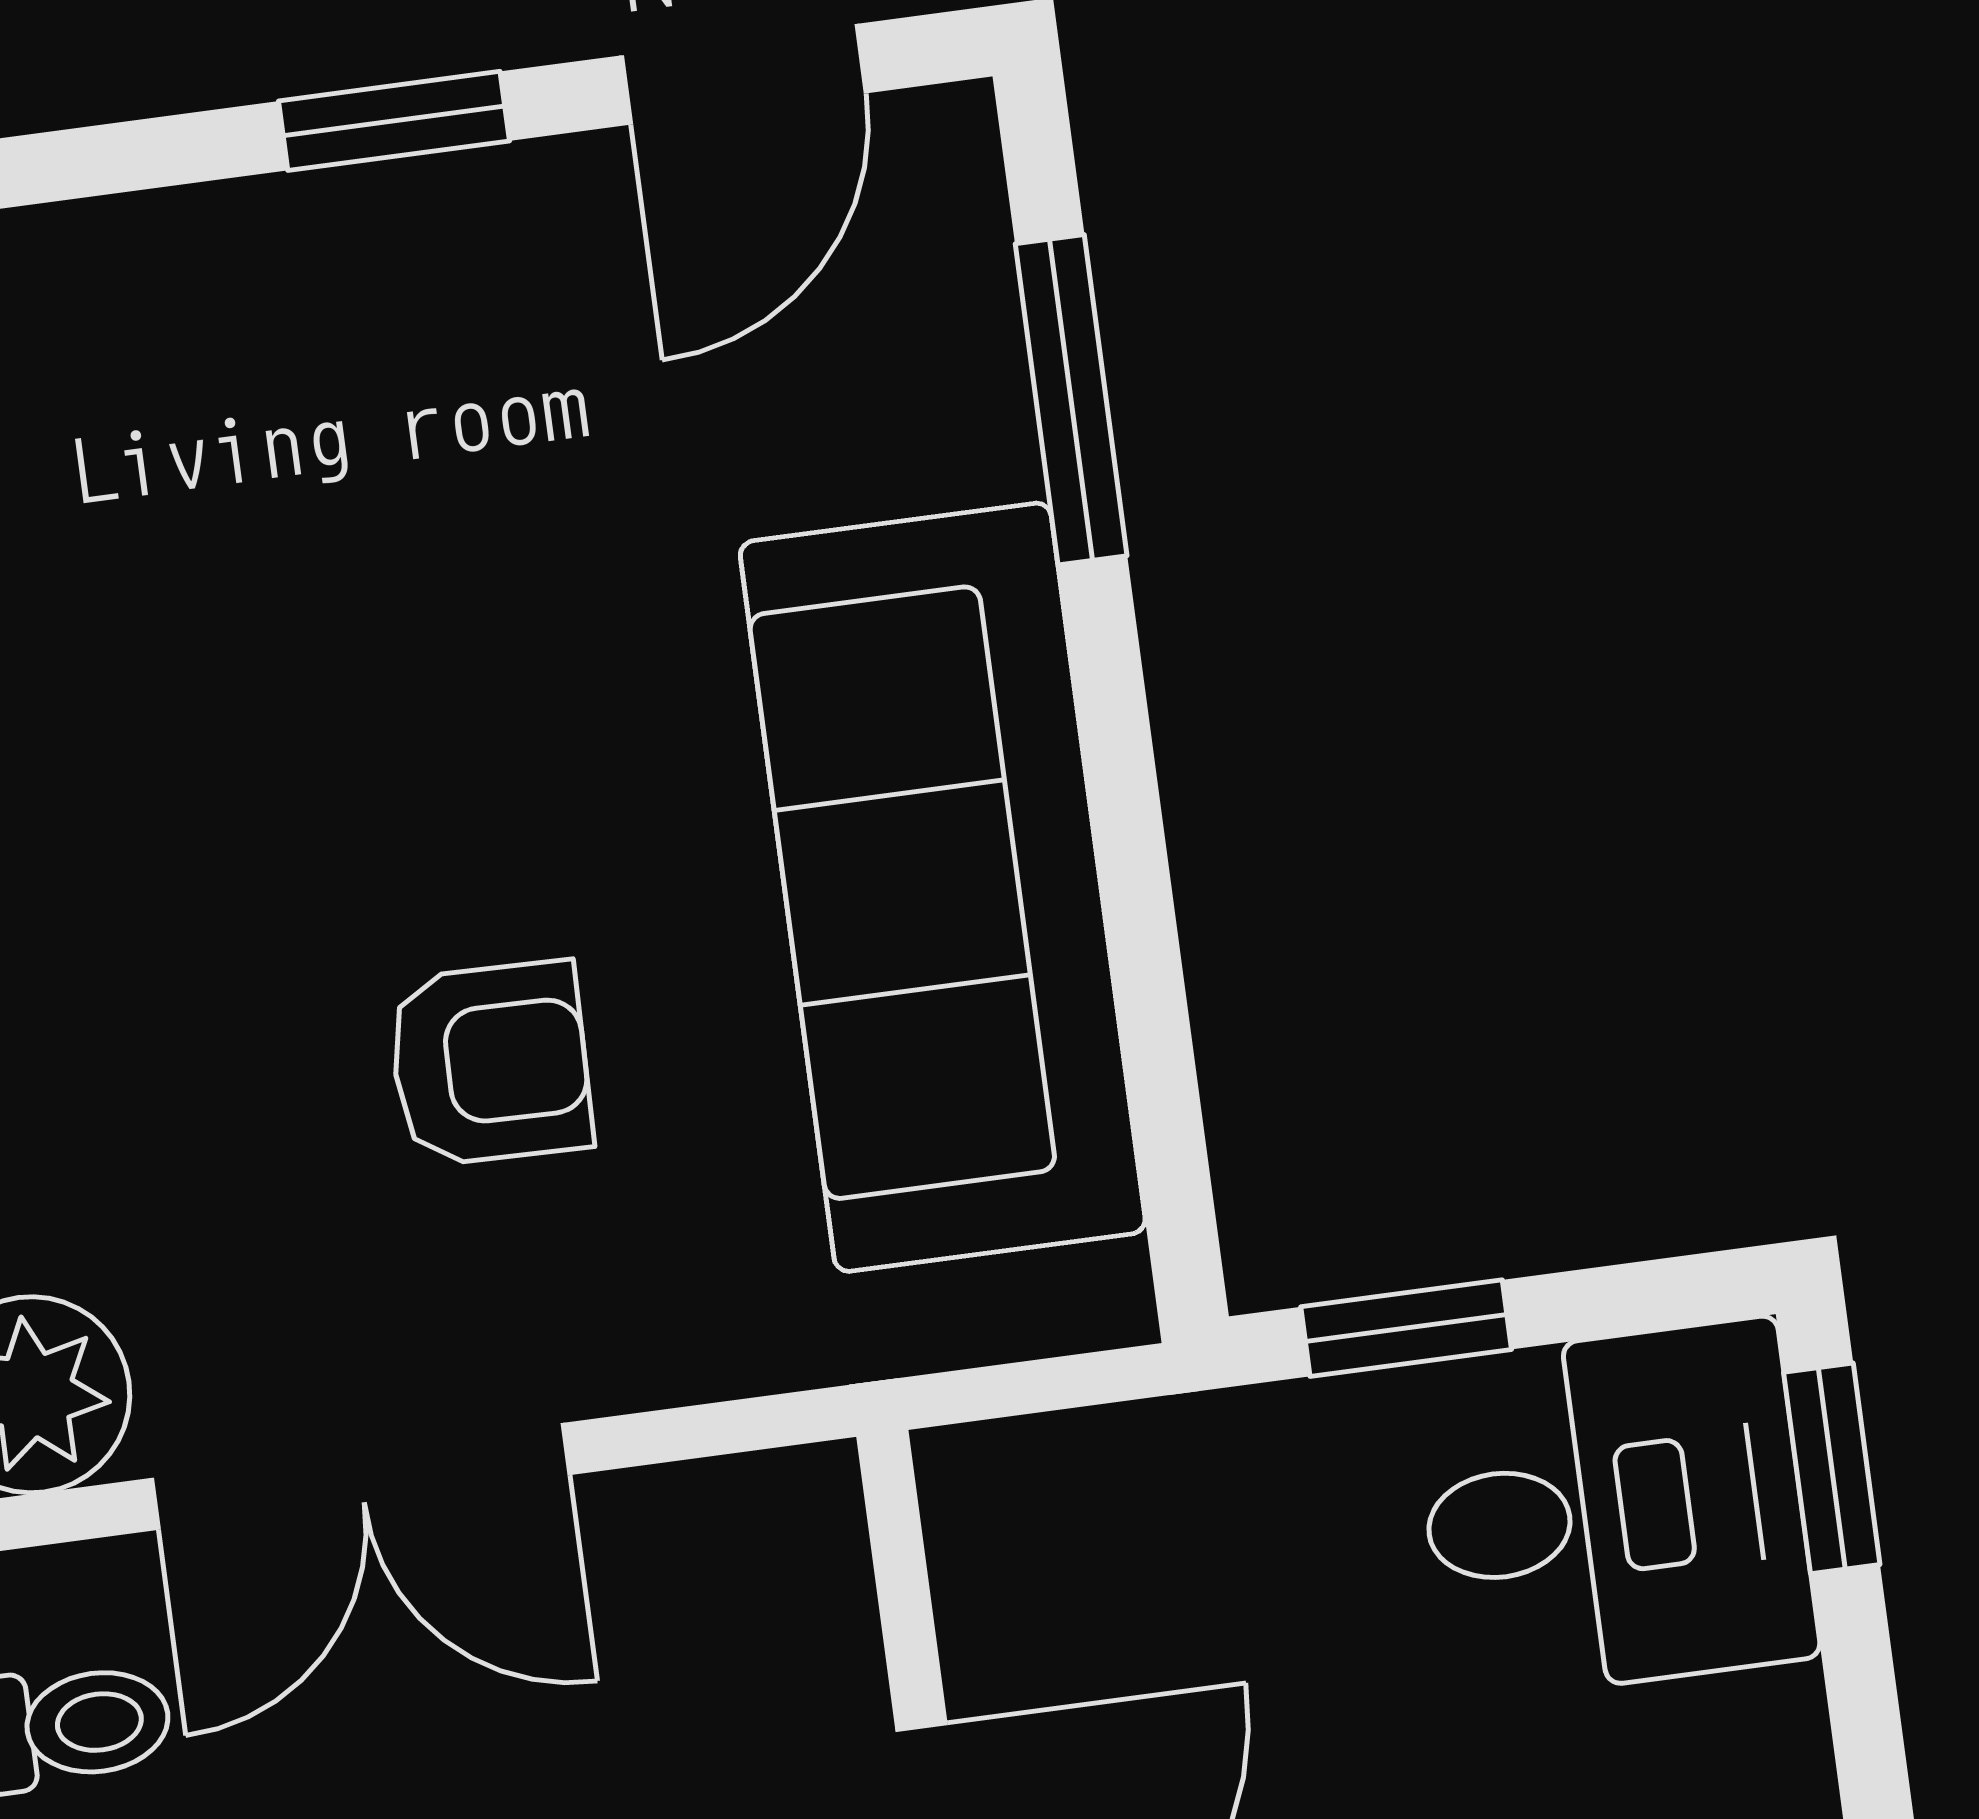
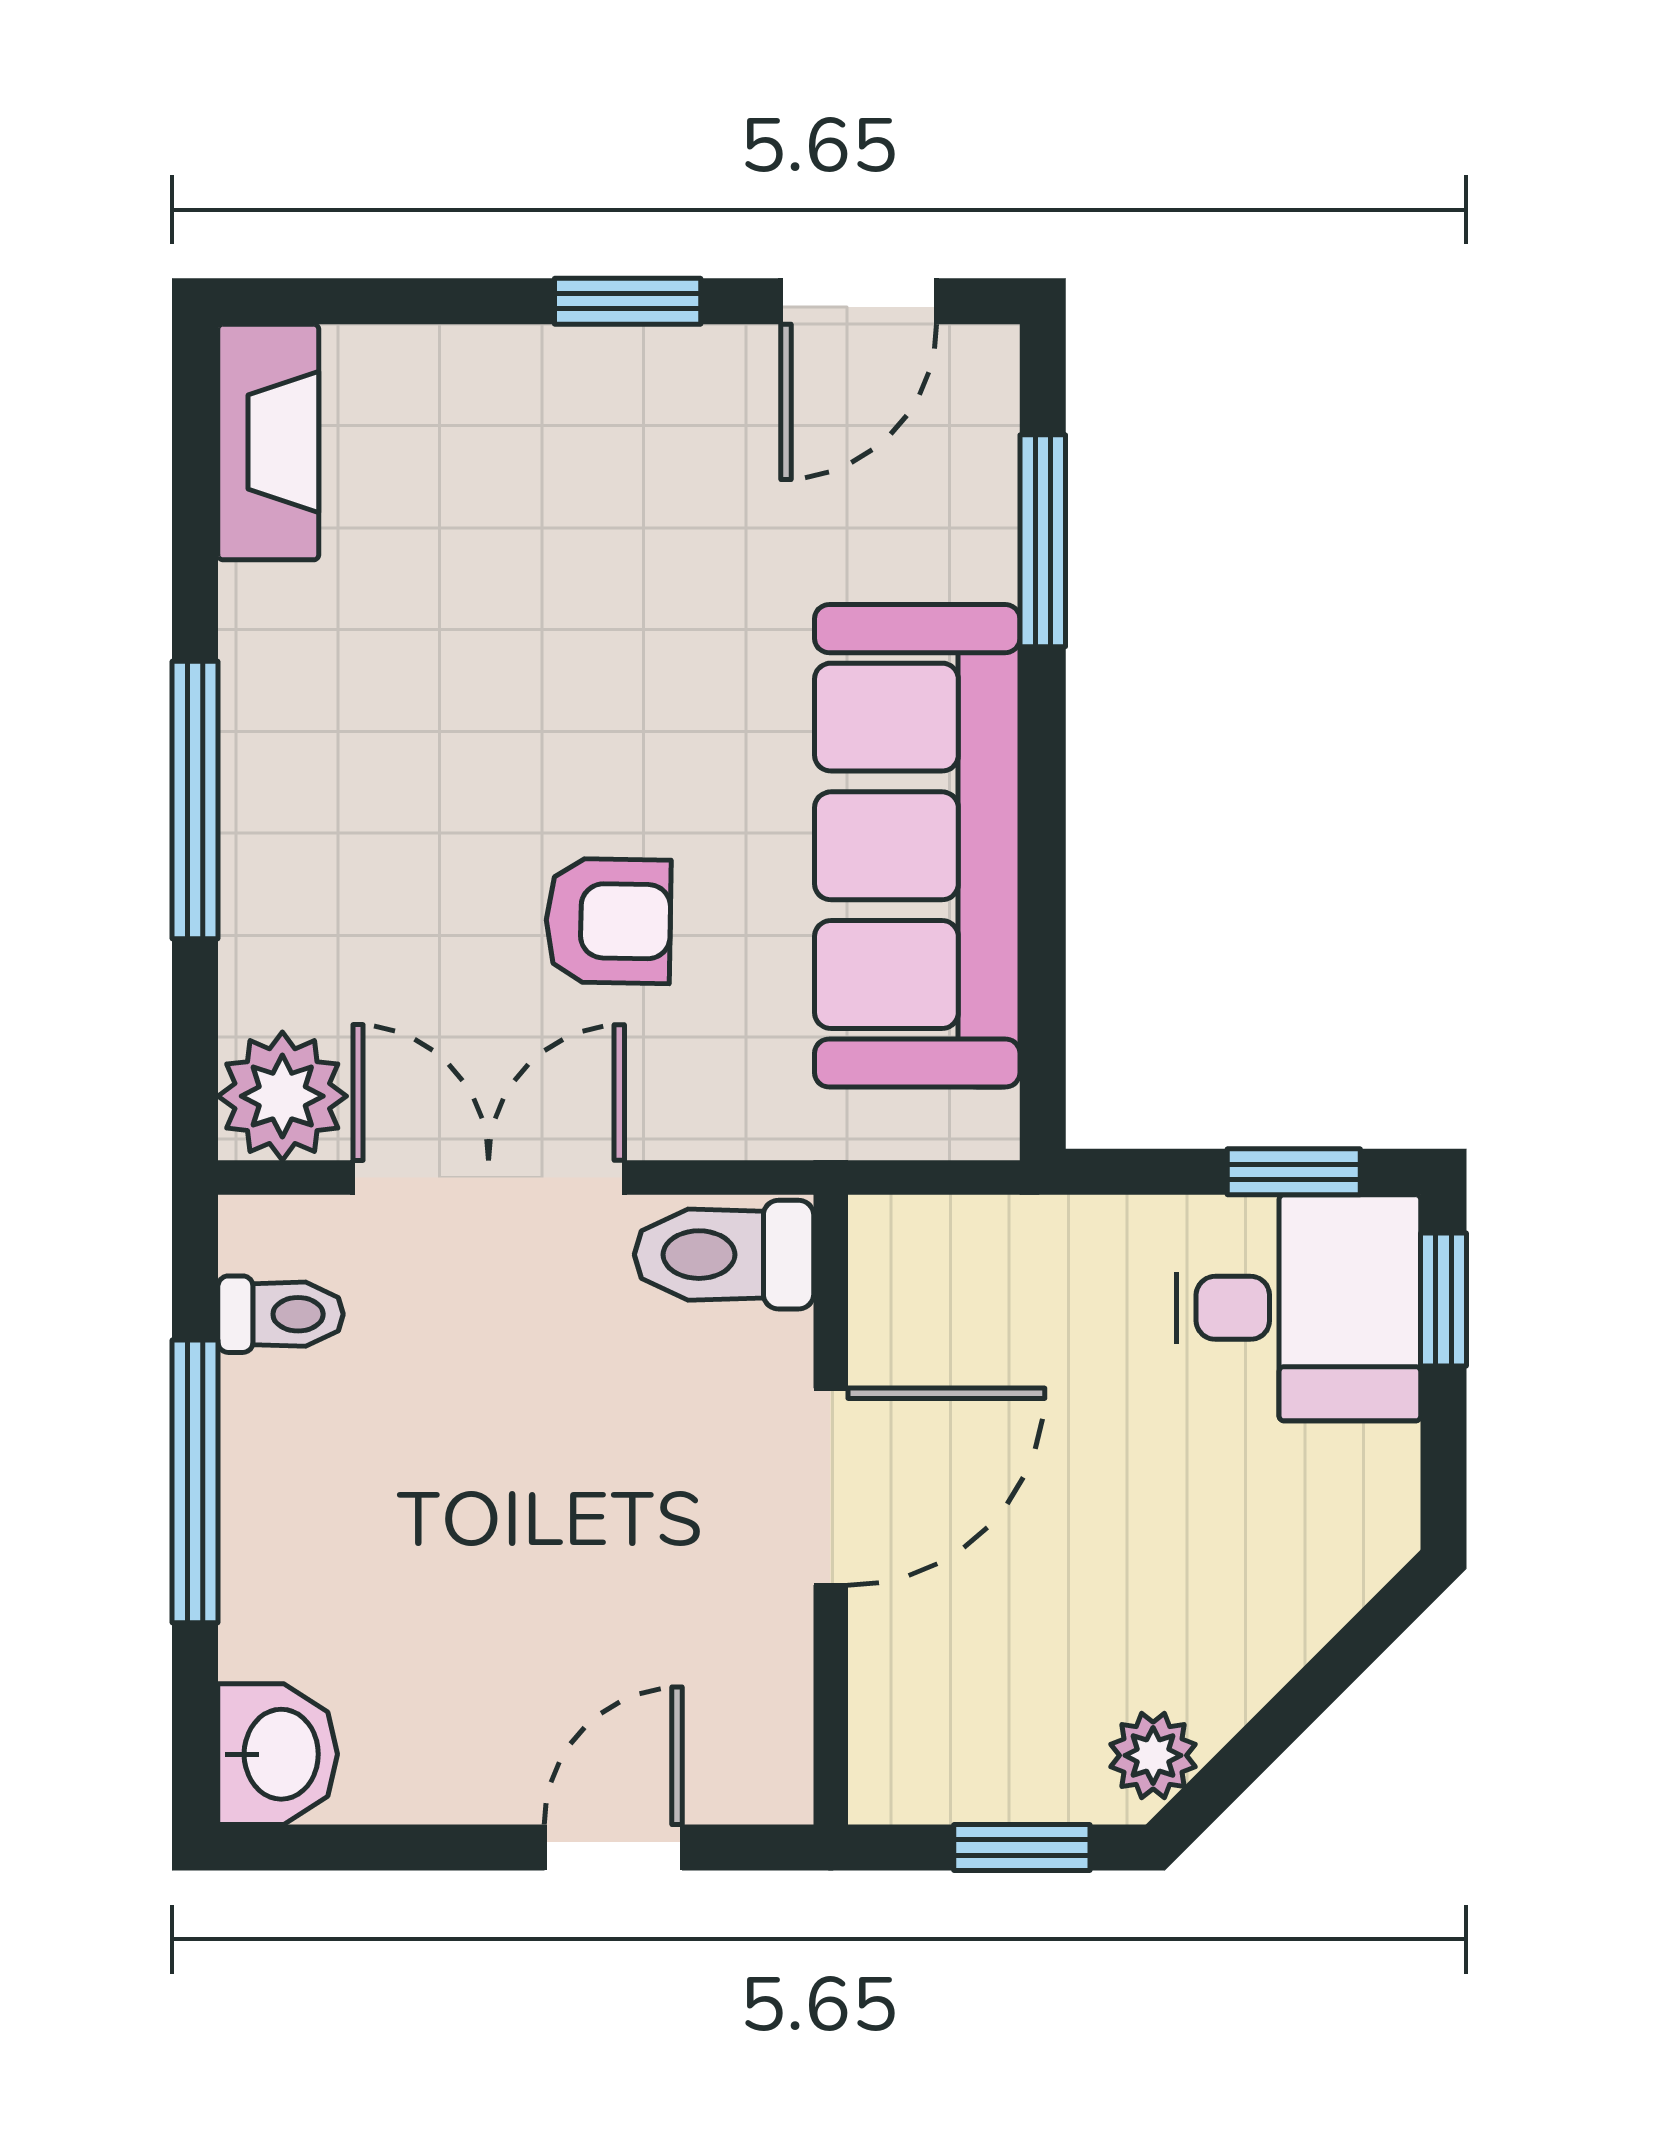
window: (1406, 1328) -> (1294, 1172), moved
double door: (361, 1476) -> (489, 1178), swing flipped
toilet: (733, 1546) -> (724, 1255), added

